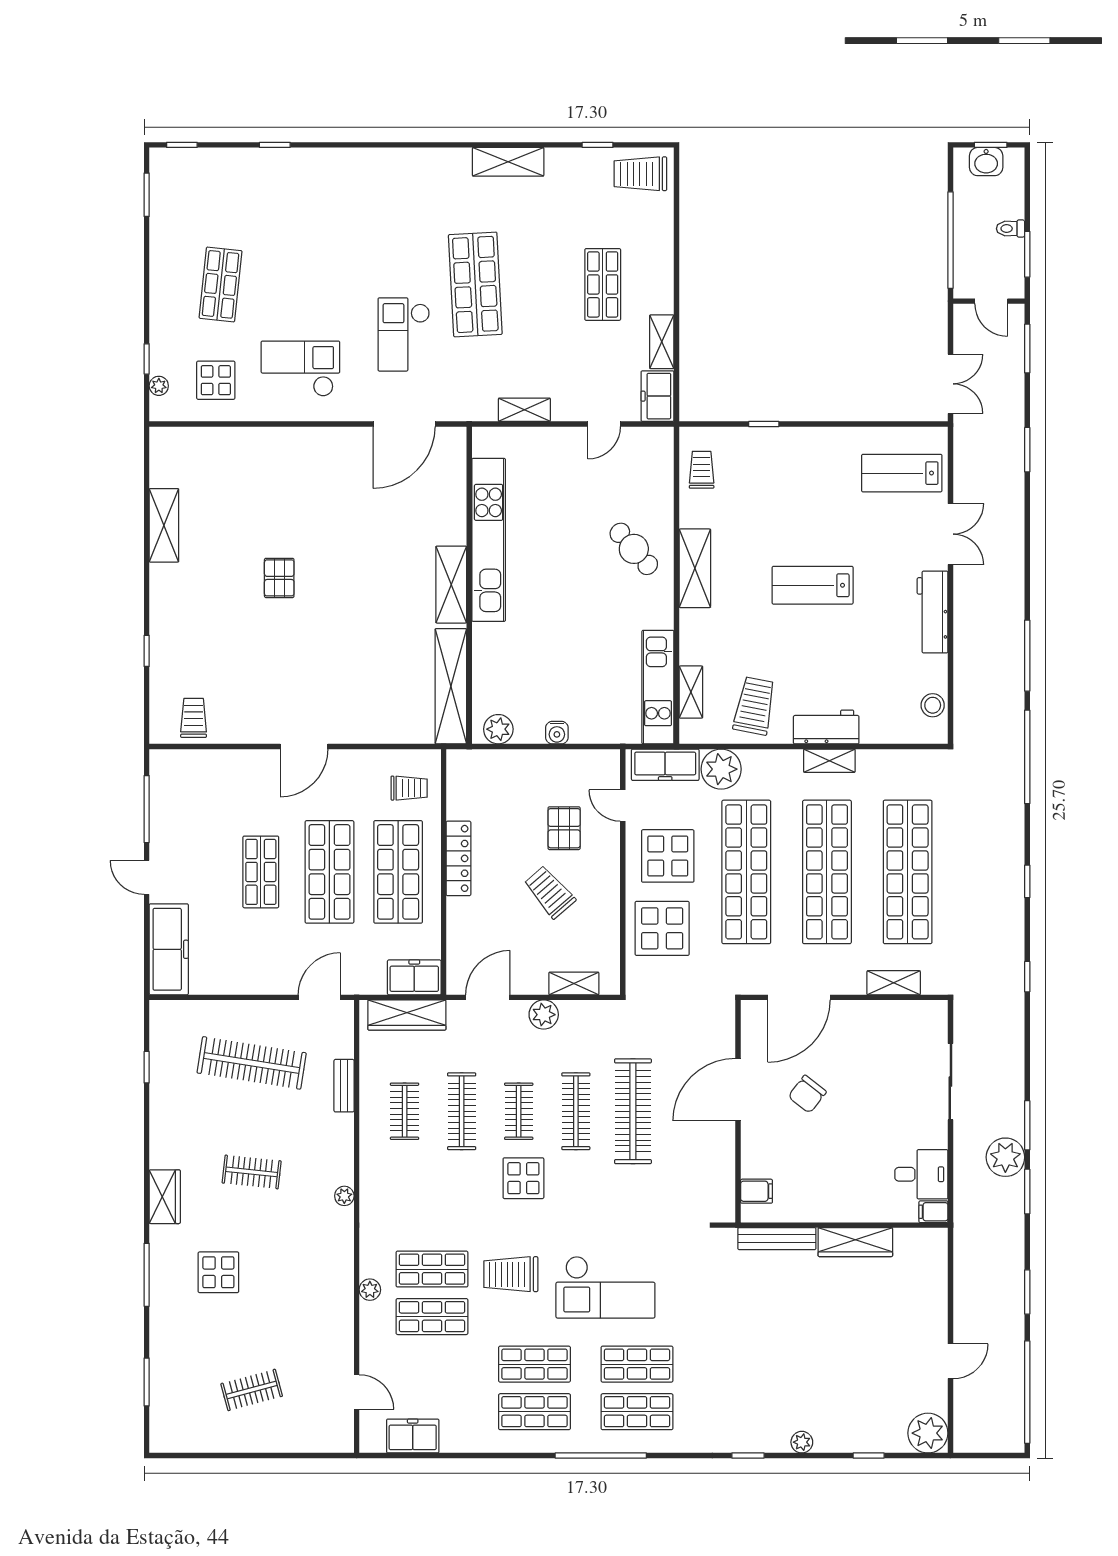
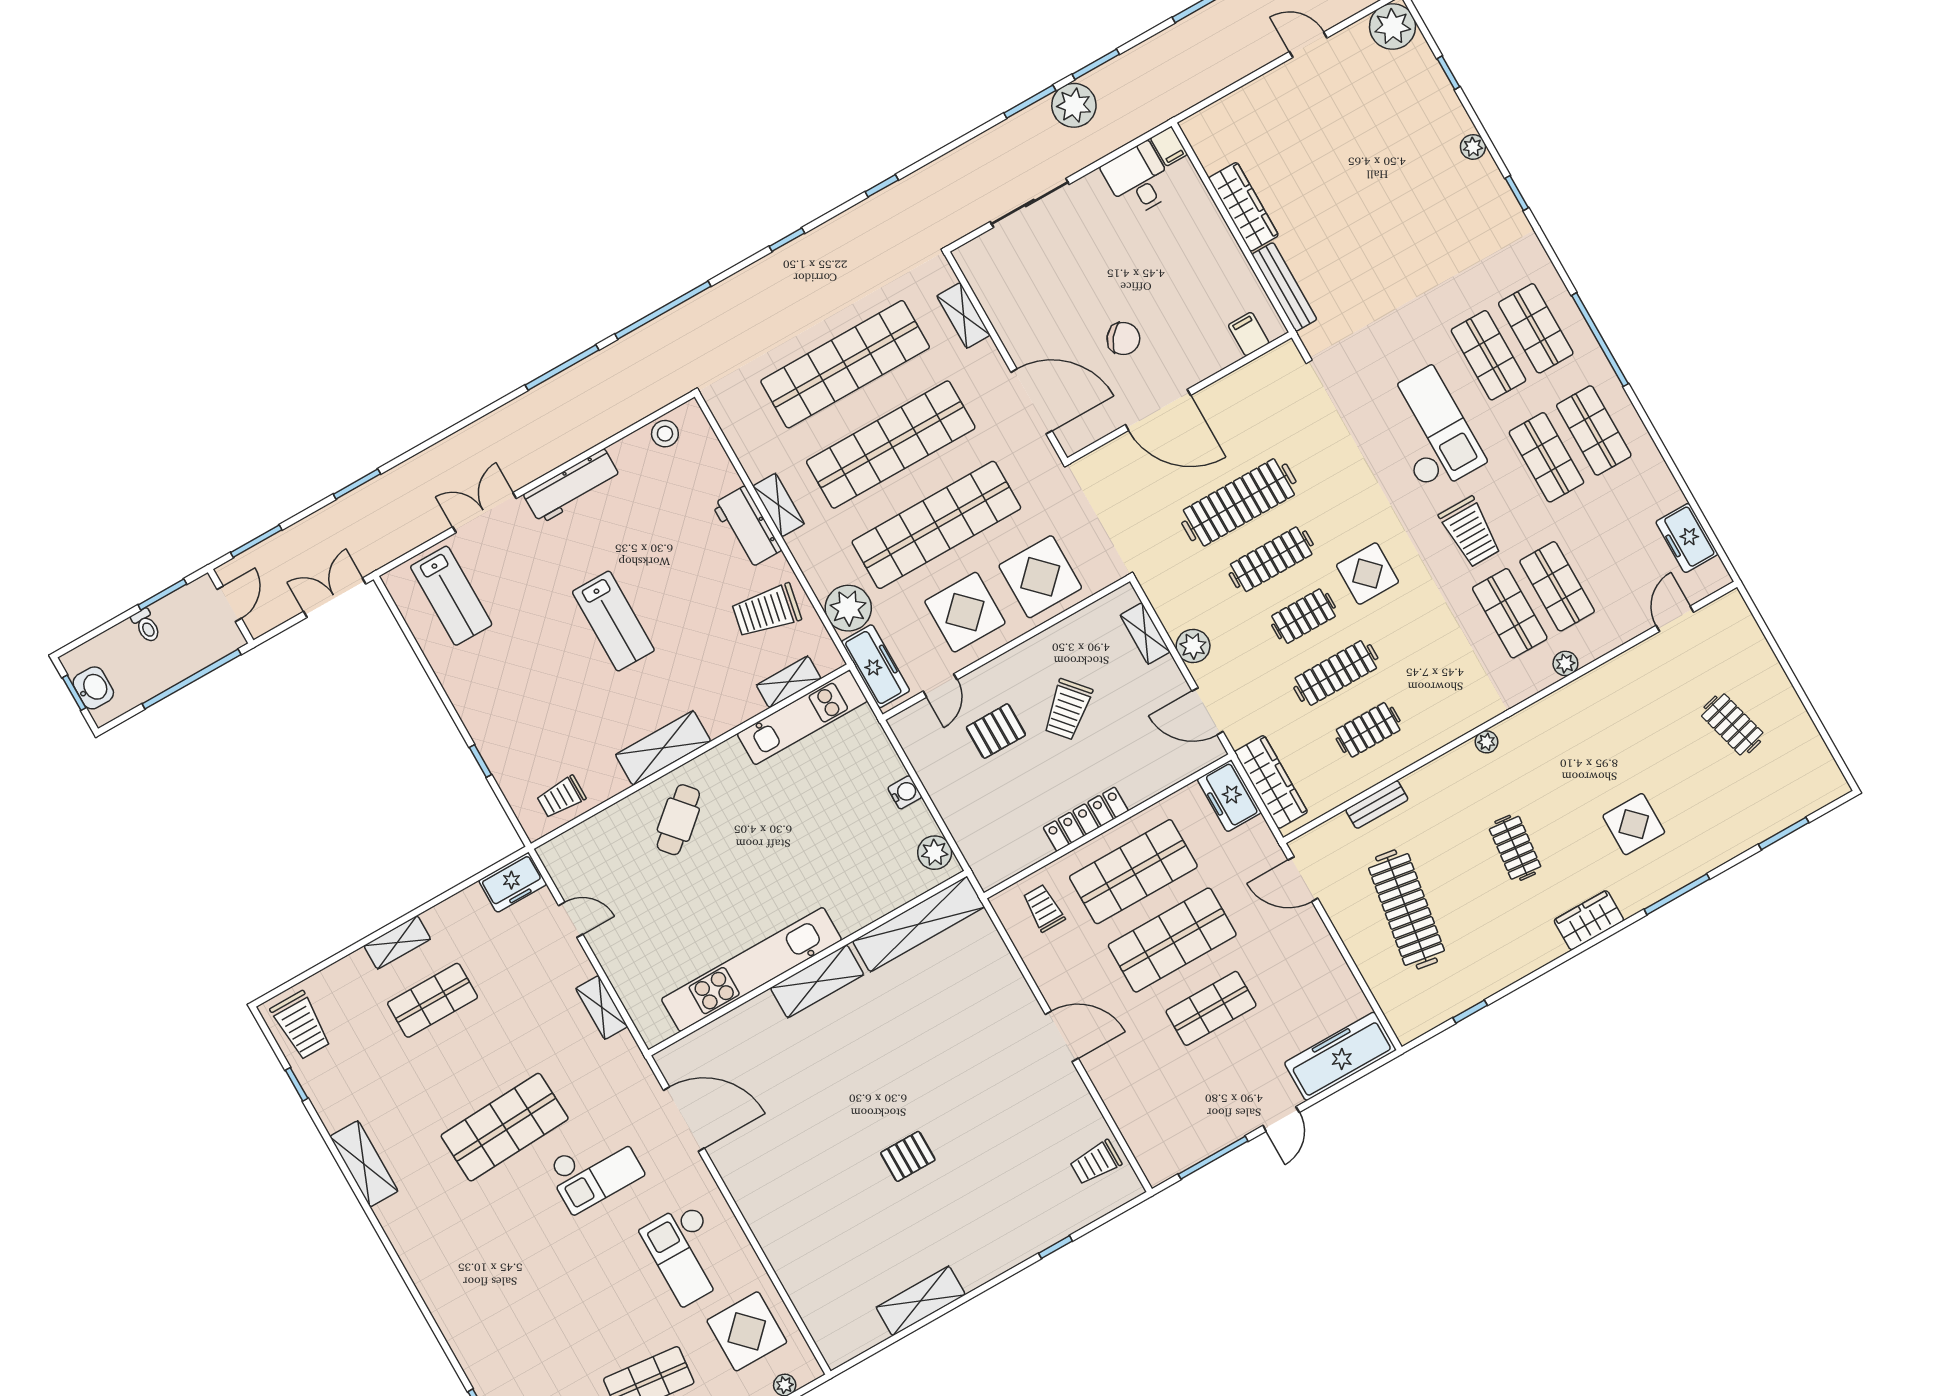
shelving: (662, 342) -> (397, 942), moved
display table: (216, 380) -> (747, 1331), width x1.36, depth x1.36

